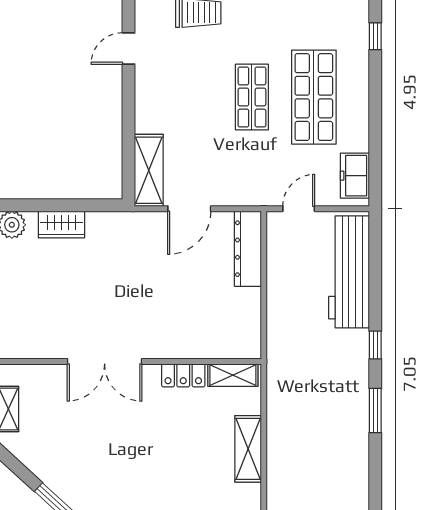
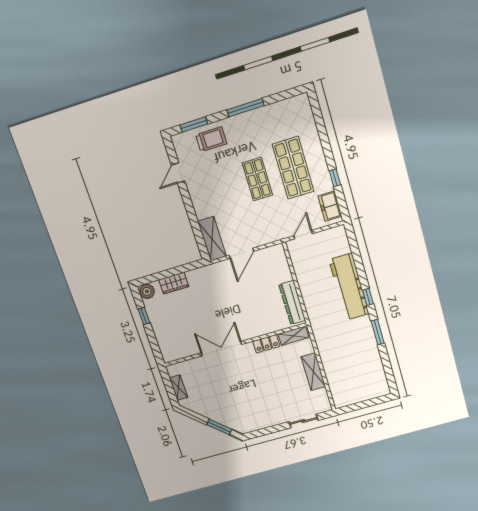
window: (375, 36) -> (335, 178), moved
dresser: (248, 249) -> (292, 303), moved
workbench: (349, 272) -> (349, 287), moved
double door: (105, 361) -> (221, 349), swing flipped

